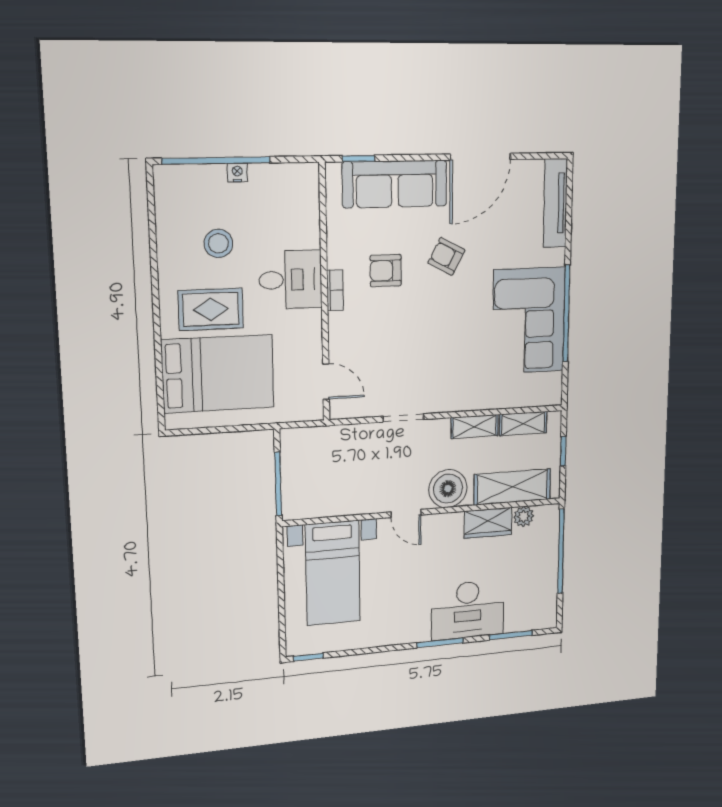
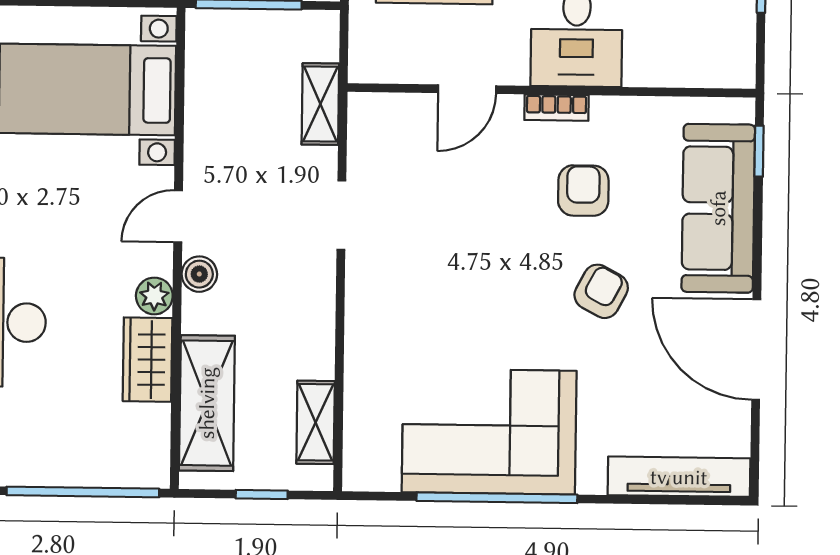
door: (326, 382) -> (467, 89), moved
shelving: (475, 427) -> (320, 104), moved
boiler: (448, 489) -> (199, 274), width x0.54, depth x0.54
plant: (524, 517) -> (154, 296), moved

